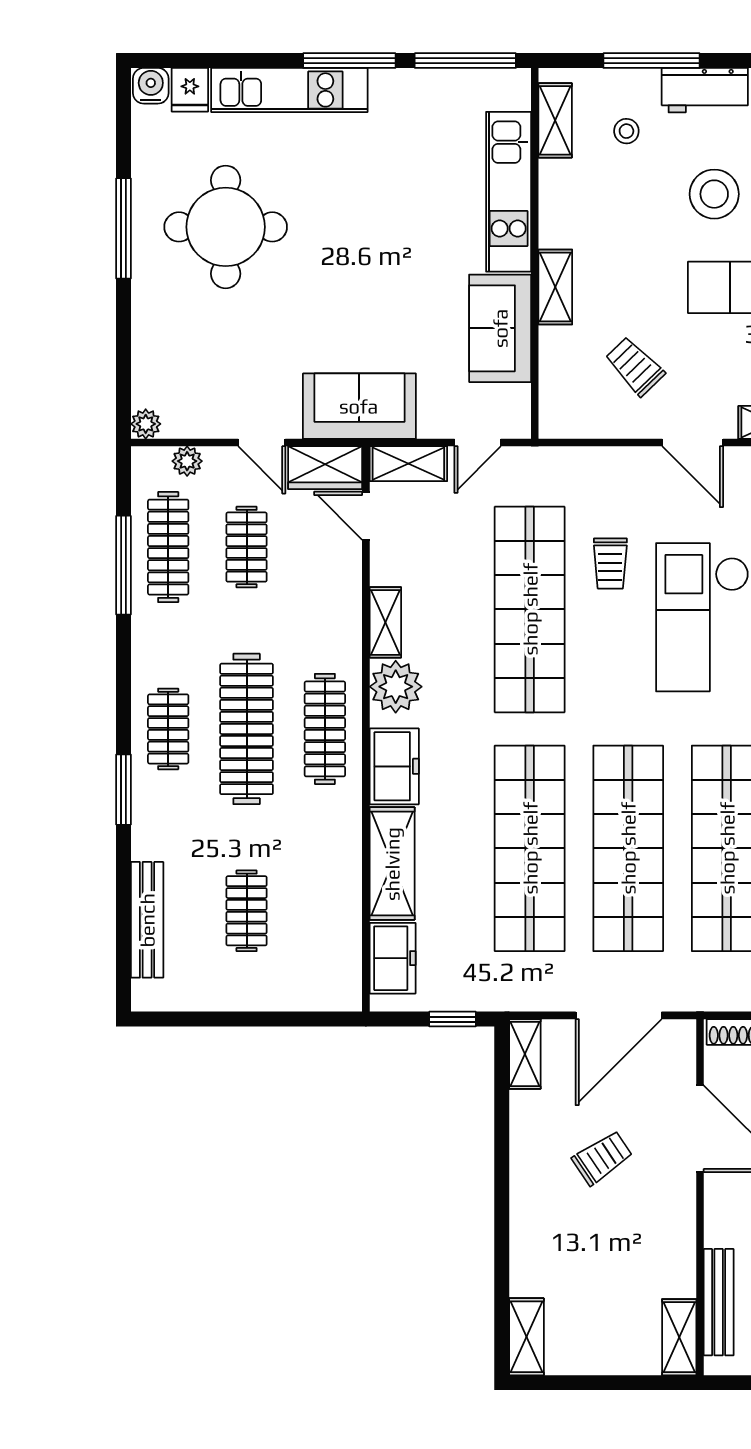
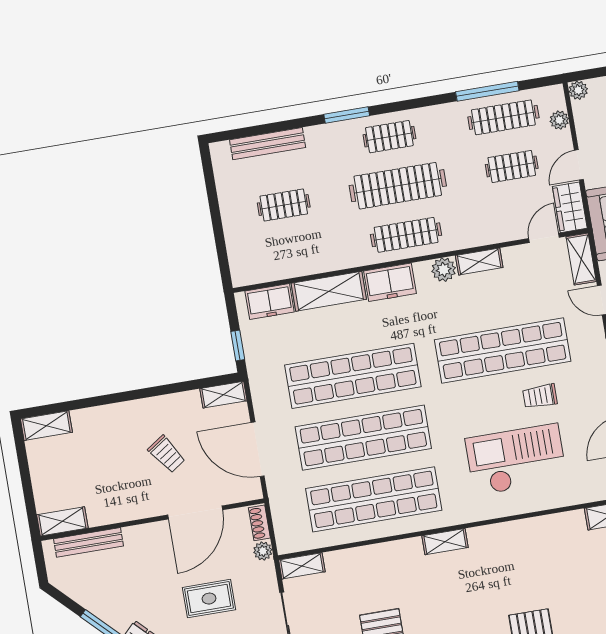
plant: (396, 687) -> (444, 270), width x0.73, depth x0.73

